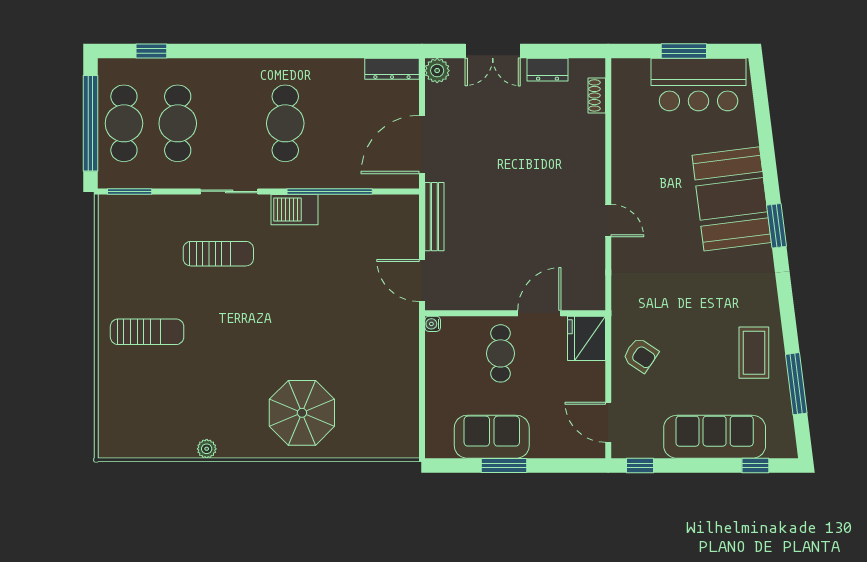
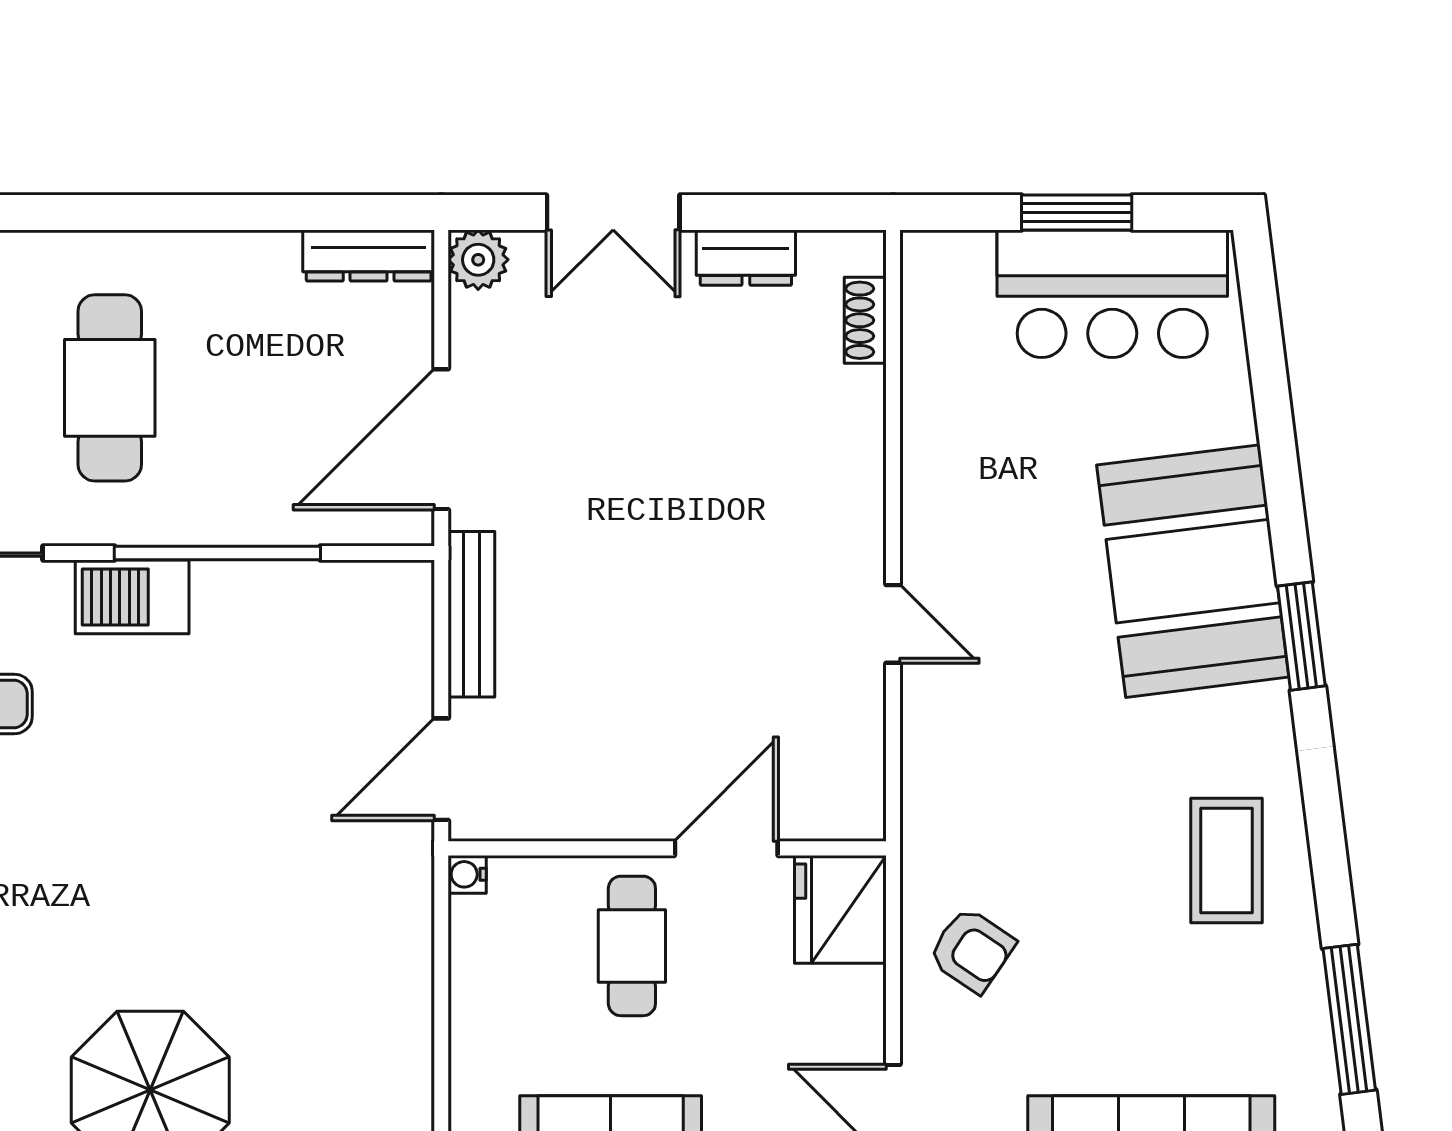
door: (422, 281) -> (441, 769), hinge flipped
coffee table: (754, 353) -> (1226, 861), moved

